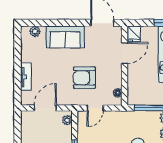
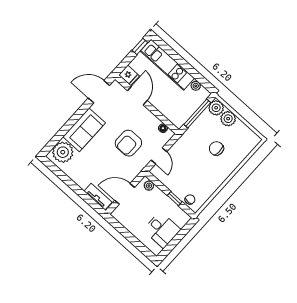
plant: (35, 31) -> (63, 152), width x1.87, depth x1.87
tv unit: (26, 77) -> (98, 197), moved
door: (45, 108) -> (125, 194), hinge flipped

